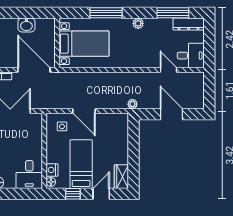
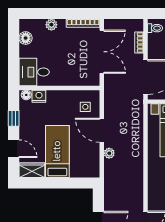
plant: (132, 104) -> (109, 153), moved
door: (84, 111) -> (102, 130), hinge flipped
bed: (81, 164) -> (57, 151), moved, turned -90

